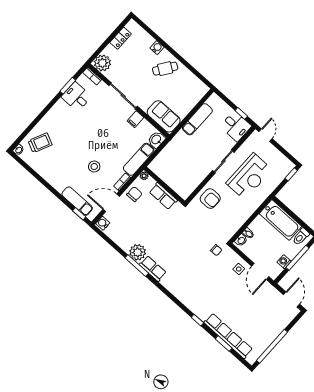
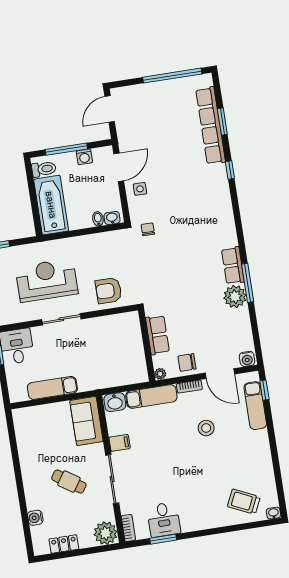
water cooler: (157, 48) -> (35, 518), moved
cafe table: (165, 69) -> (69, 482), moved
armchair: (210, 199) -> (109, 291), turned -90

